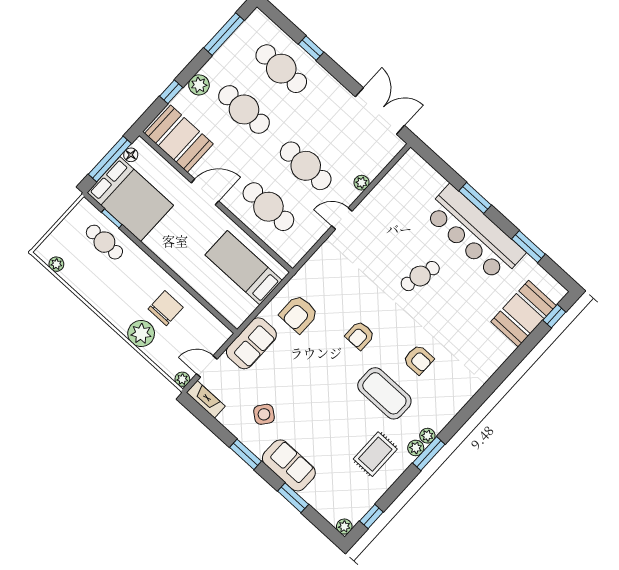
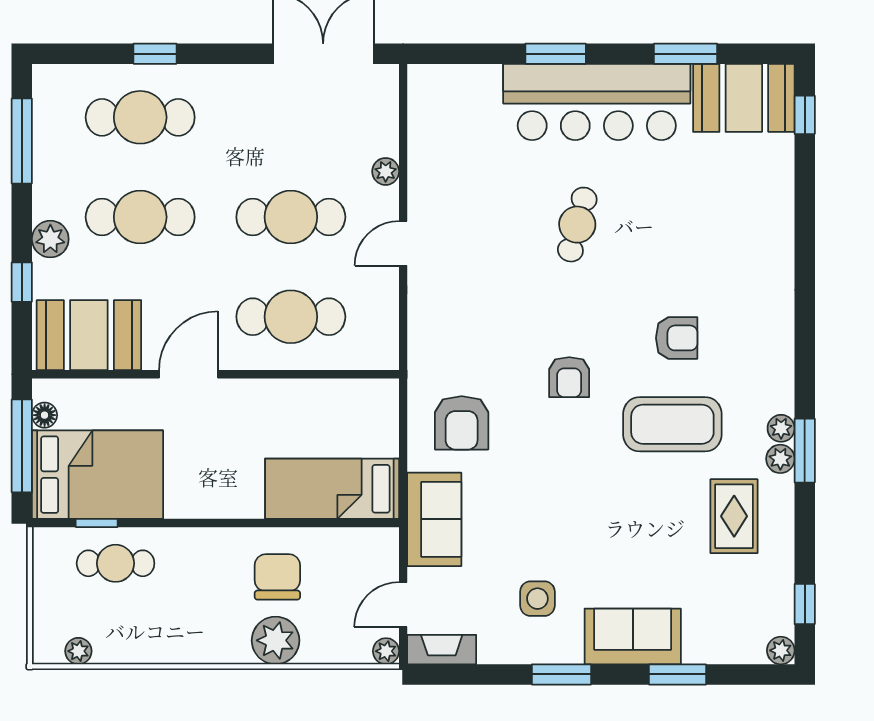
bed: (244, 268) -> (332, 489), moved
booth: (524, 314) -> (744, 98), moved, turned 90
side table: (264, 414) -> (537, 599), turned -38

